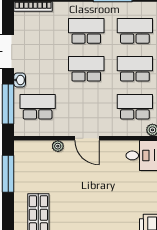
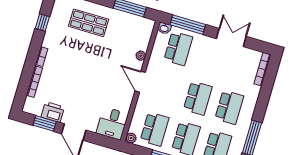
washbasin: (20, 80) -> (164, 28), moved
door: (87, 138) -> (140, 82), hinge flipped

